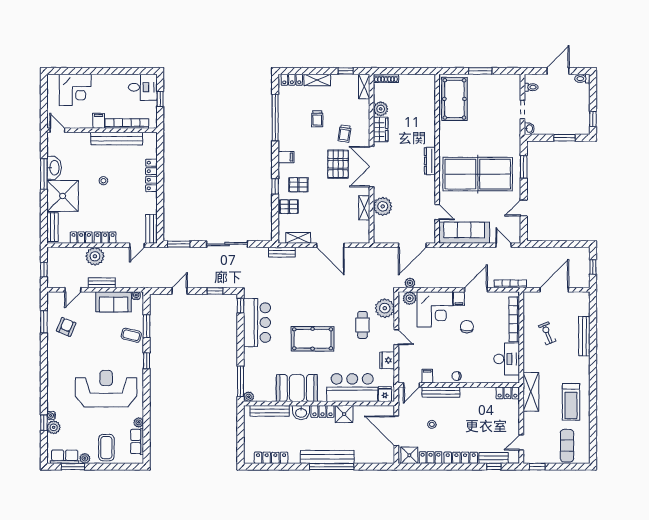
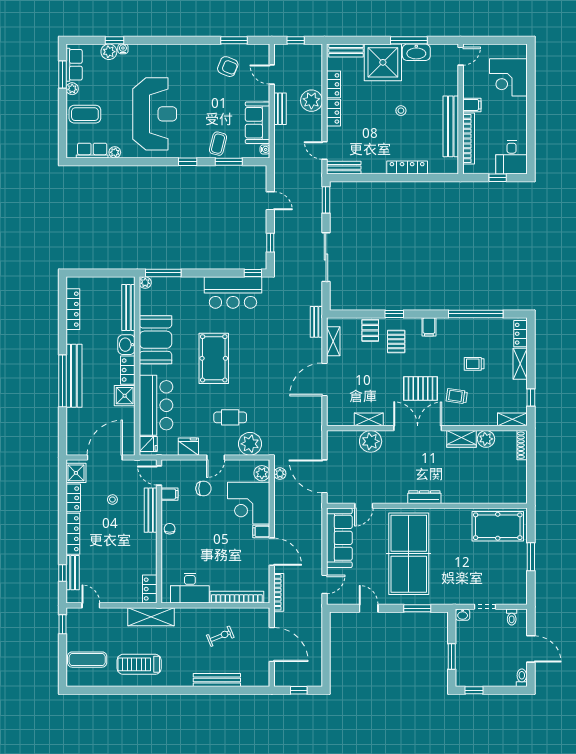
chair: (467, 327) -> (203, 488), moved

